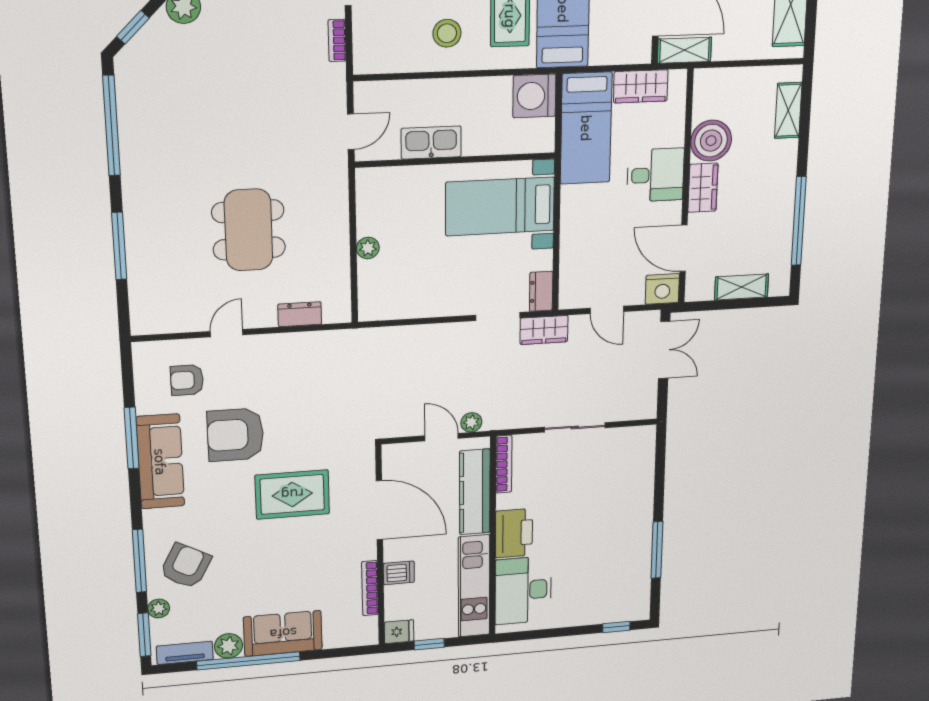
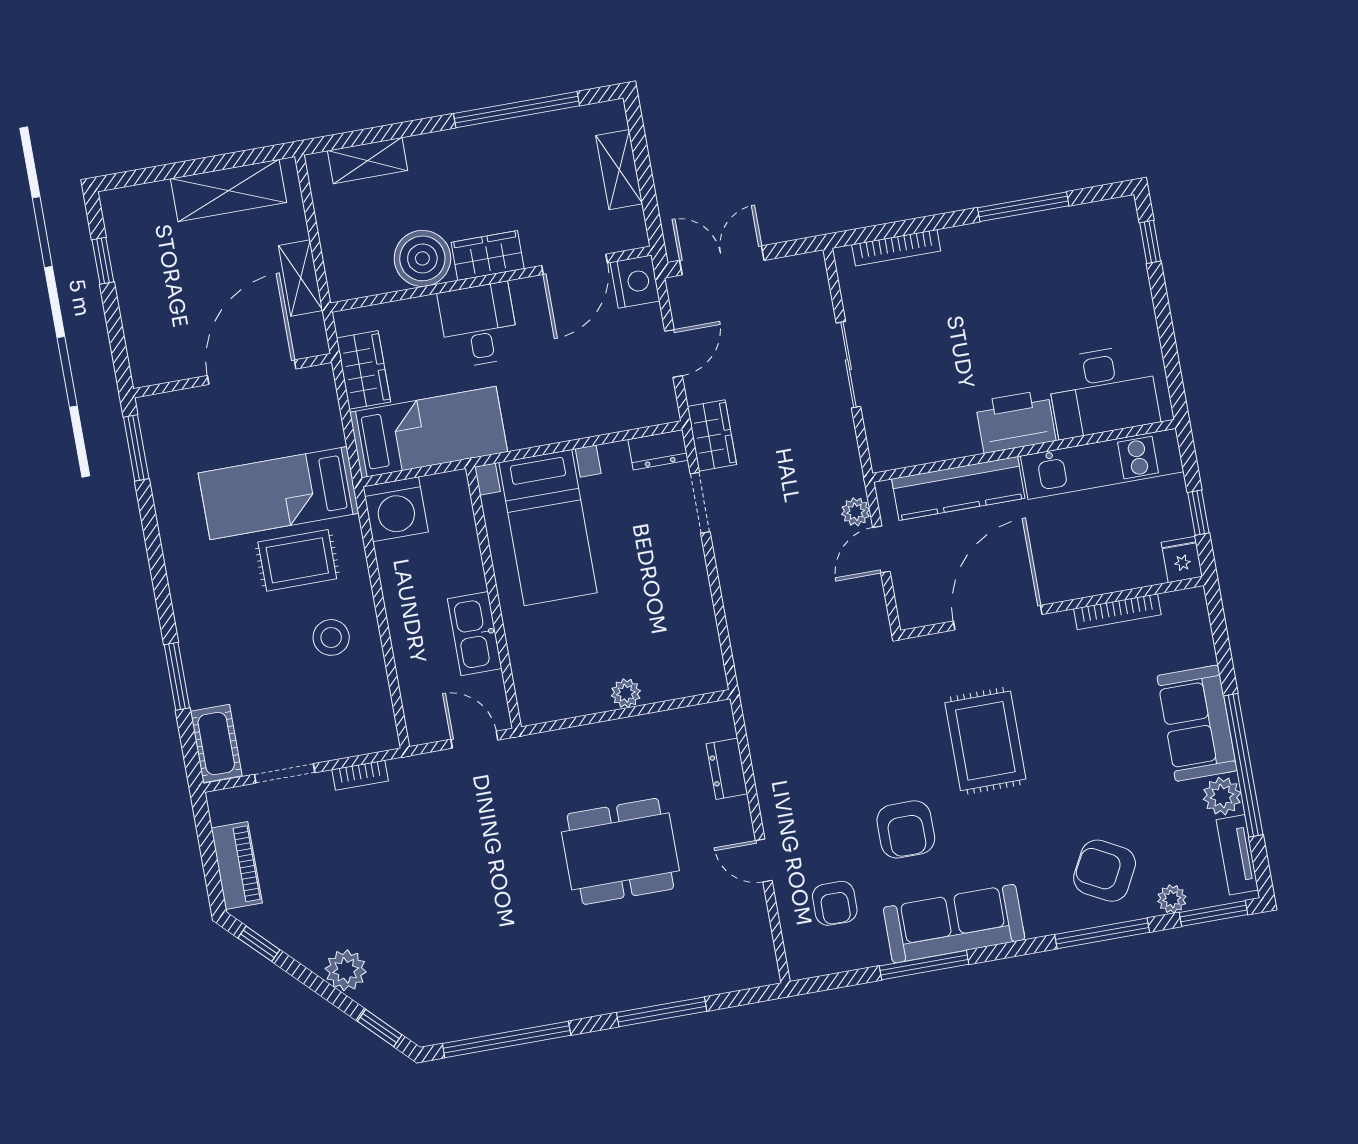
shelving: (684, 50) -> (301, 278), moved
armchair: (235, 435) -> (906, 829), width x0.73, depth x0.73
bookcase: (504, 464) -> (896, 248), moved, turned 180
dishwasher: (399, 573) -> (1090, 575), removed

